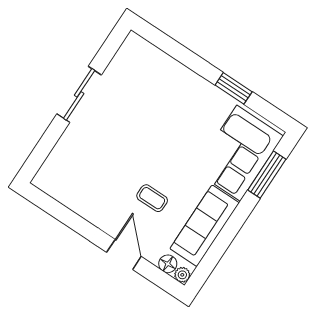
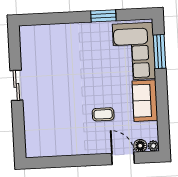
sliding door: (79, 94) -> (16, 85), width x0.73
sofa: (205, 226) -> (145, 101), width x0.73
door: (124, 254) -> (123, 158), moved

